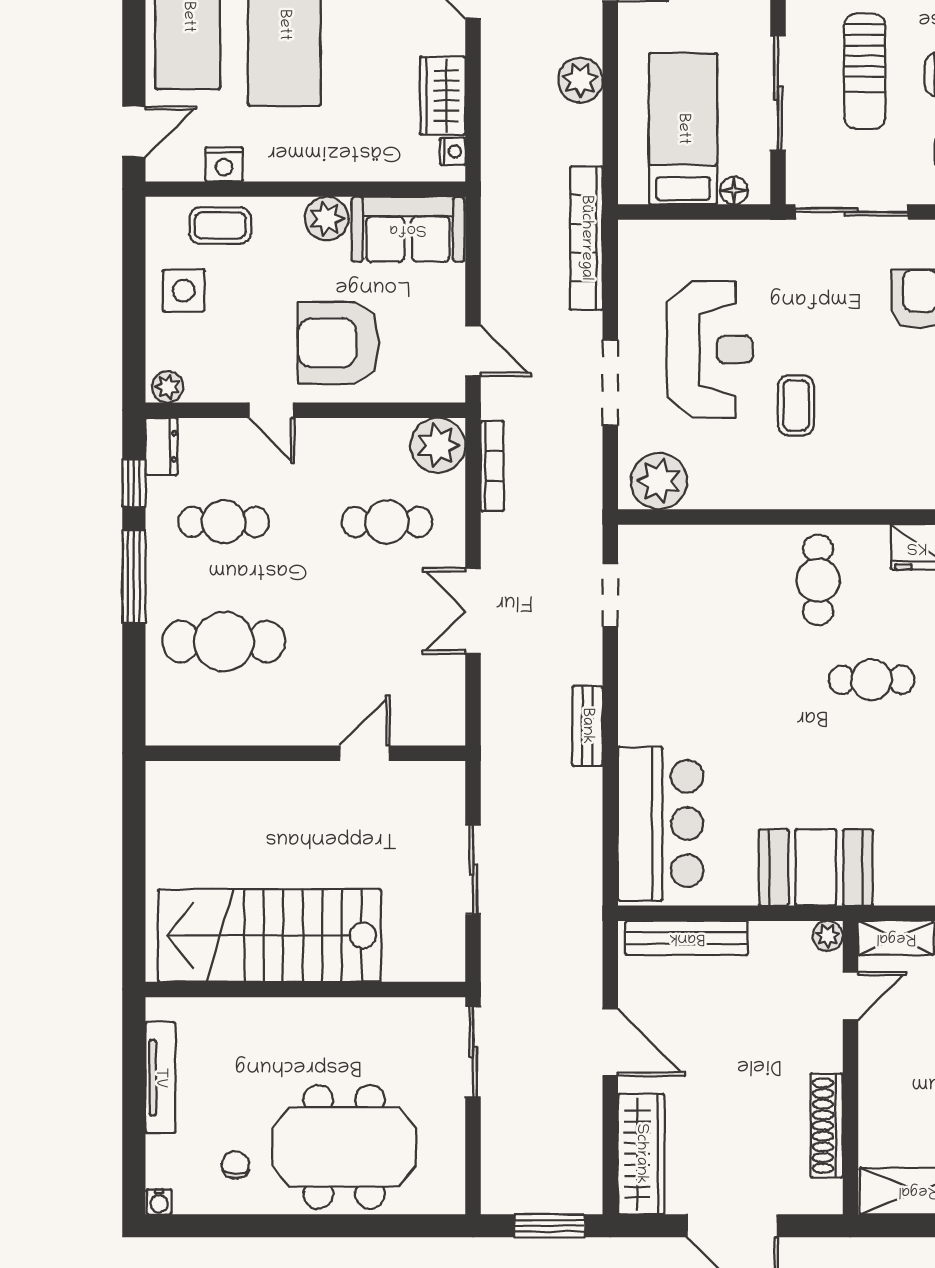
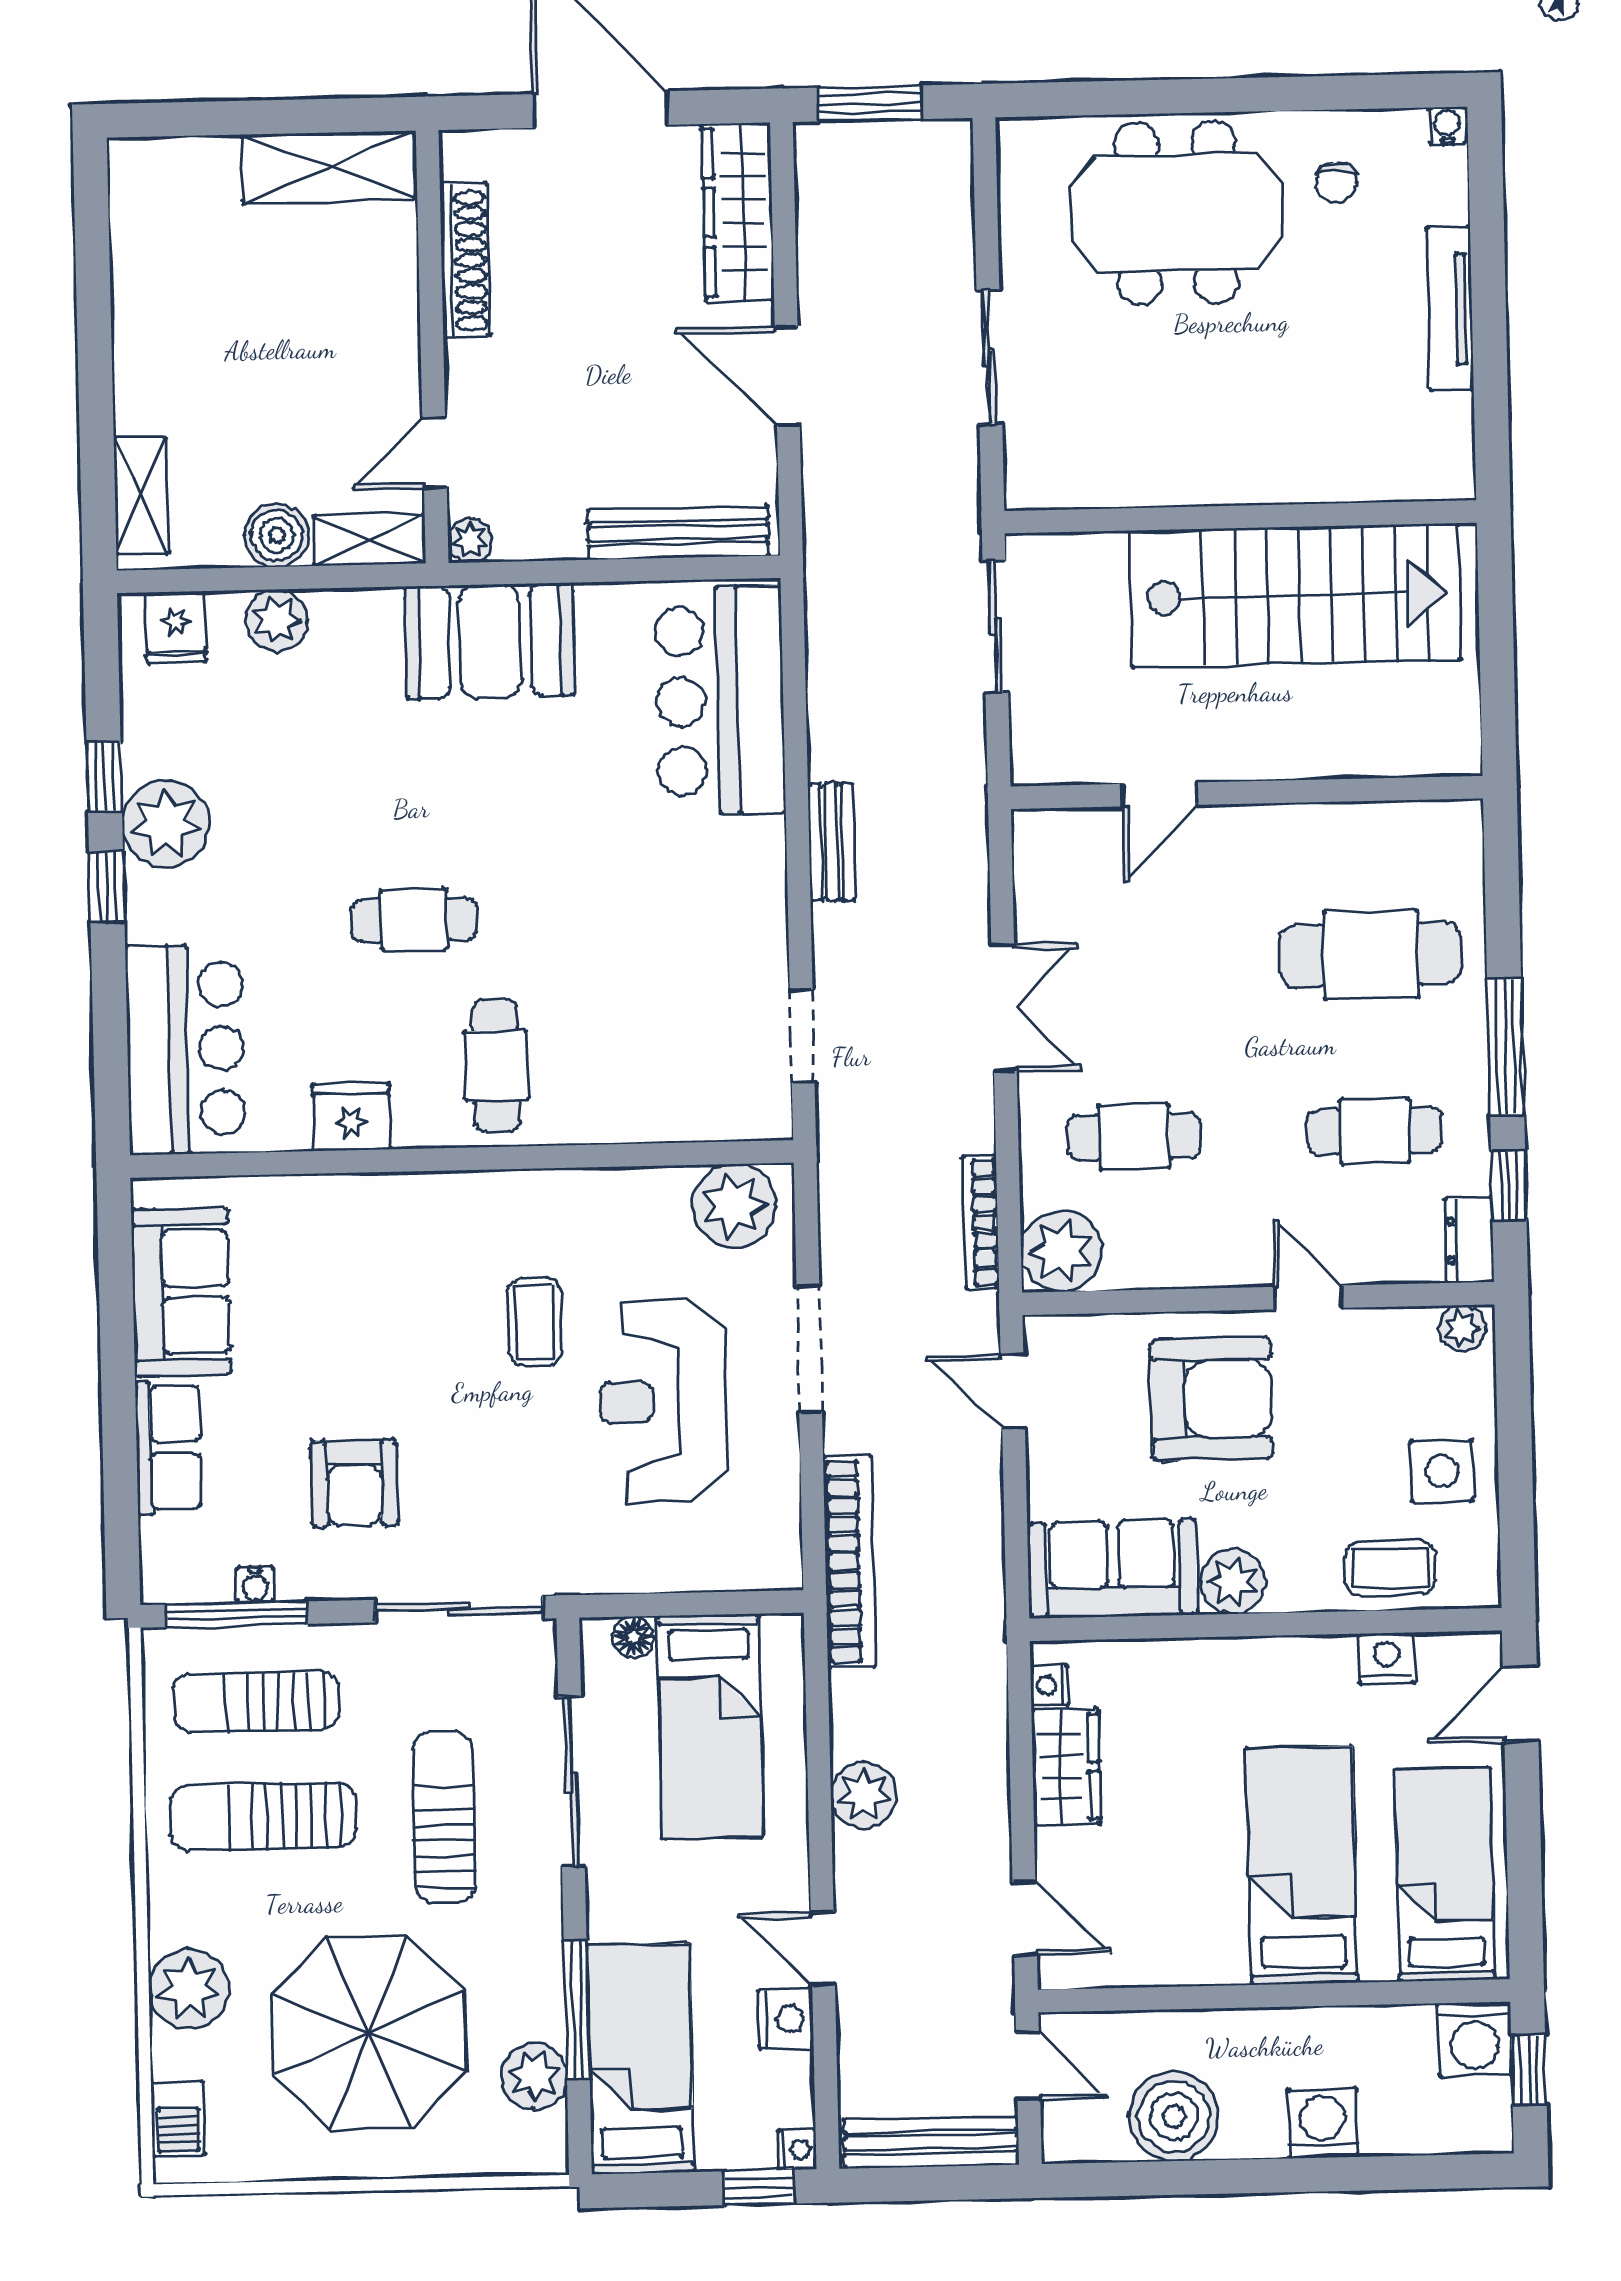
stairs: (269, 935) -> (1295, 595), moved
wall: (305, 989) -> (1240, 517), moved

